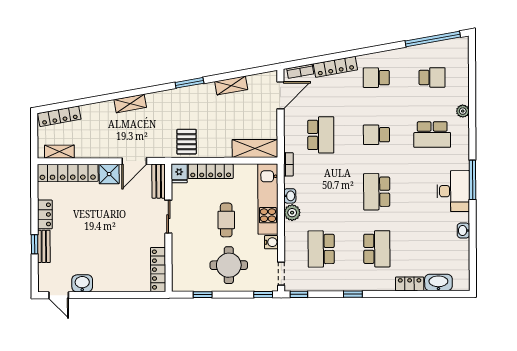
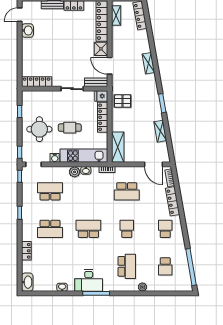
school desk: (432, 135) -> (127, 266), turned 180
washbasin: (438, 282) -> (27, 282), moved

